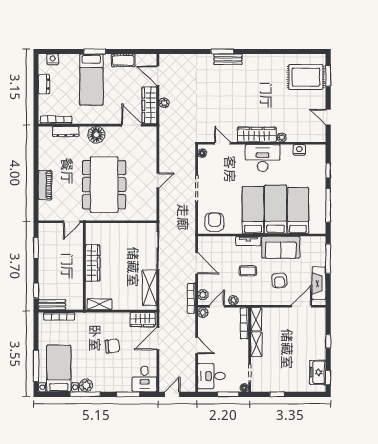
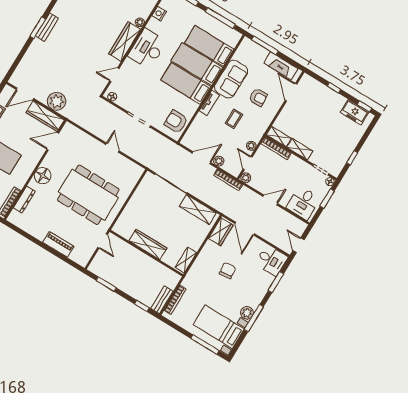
plant: (164, 103) -> (57, 101), width x1.88, depth x1.88
plant: (203, 295) -> (219, 161), moved

